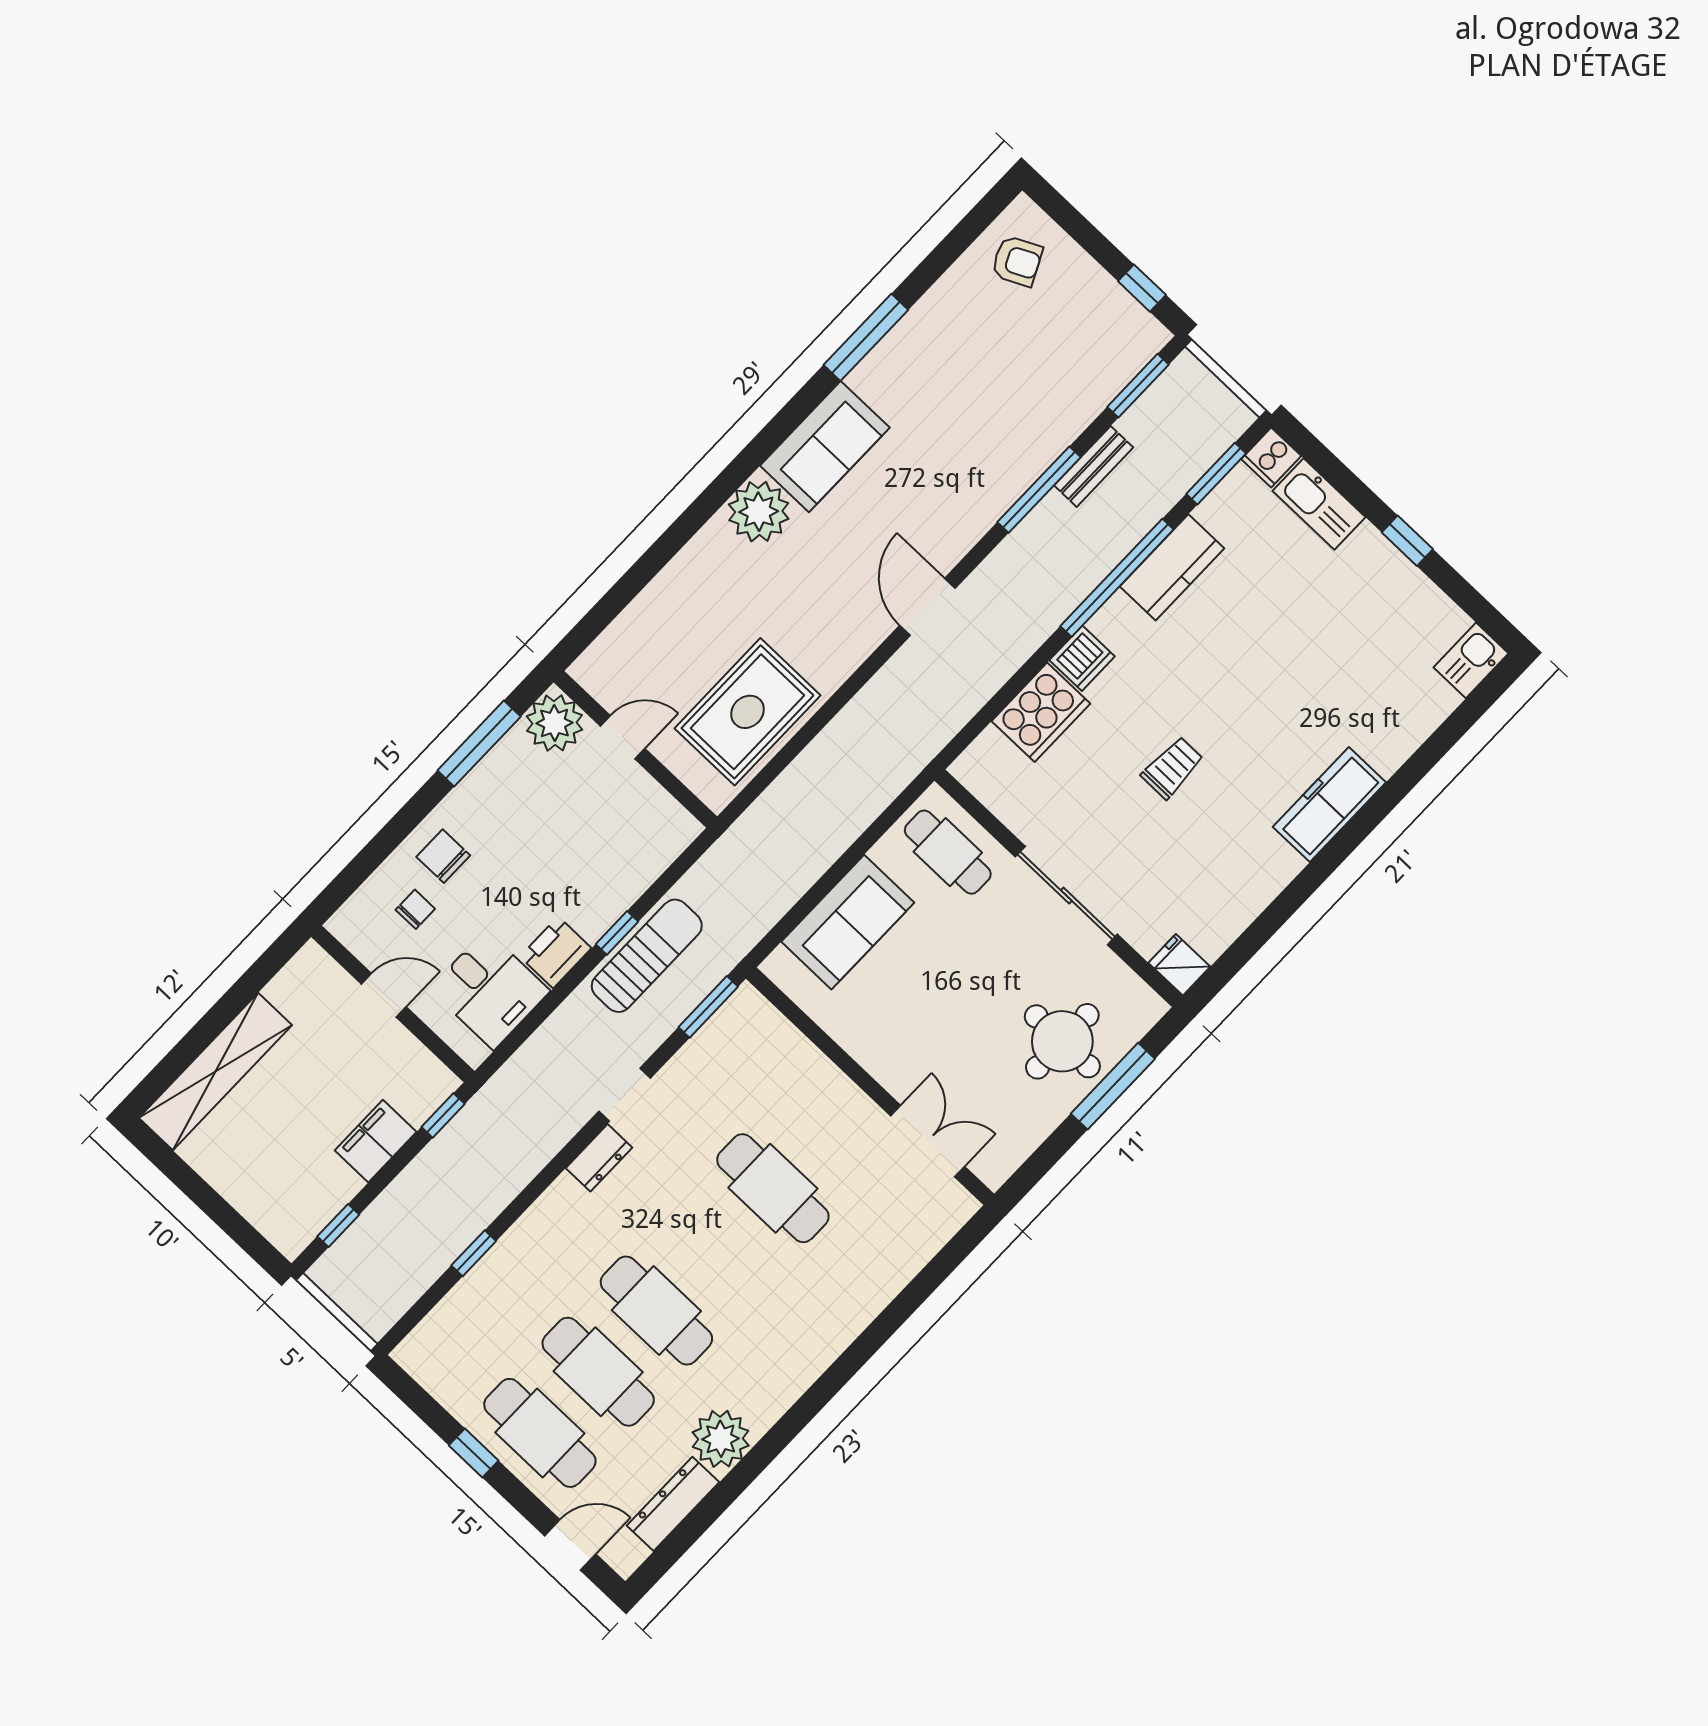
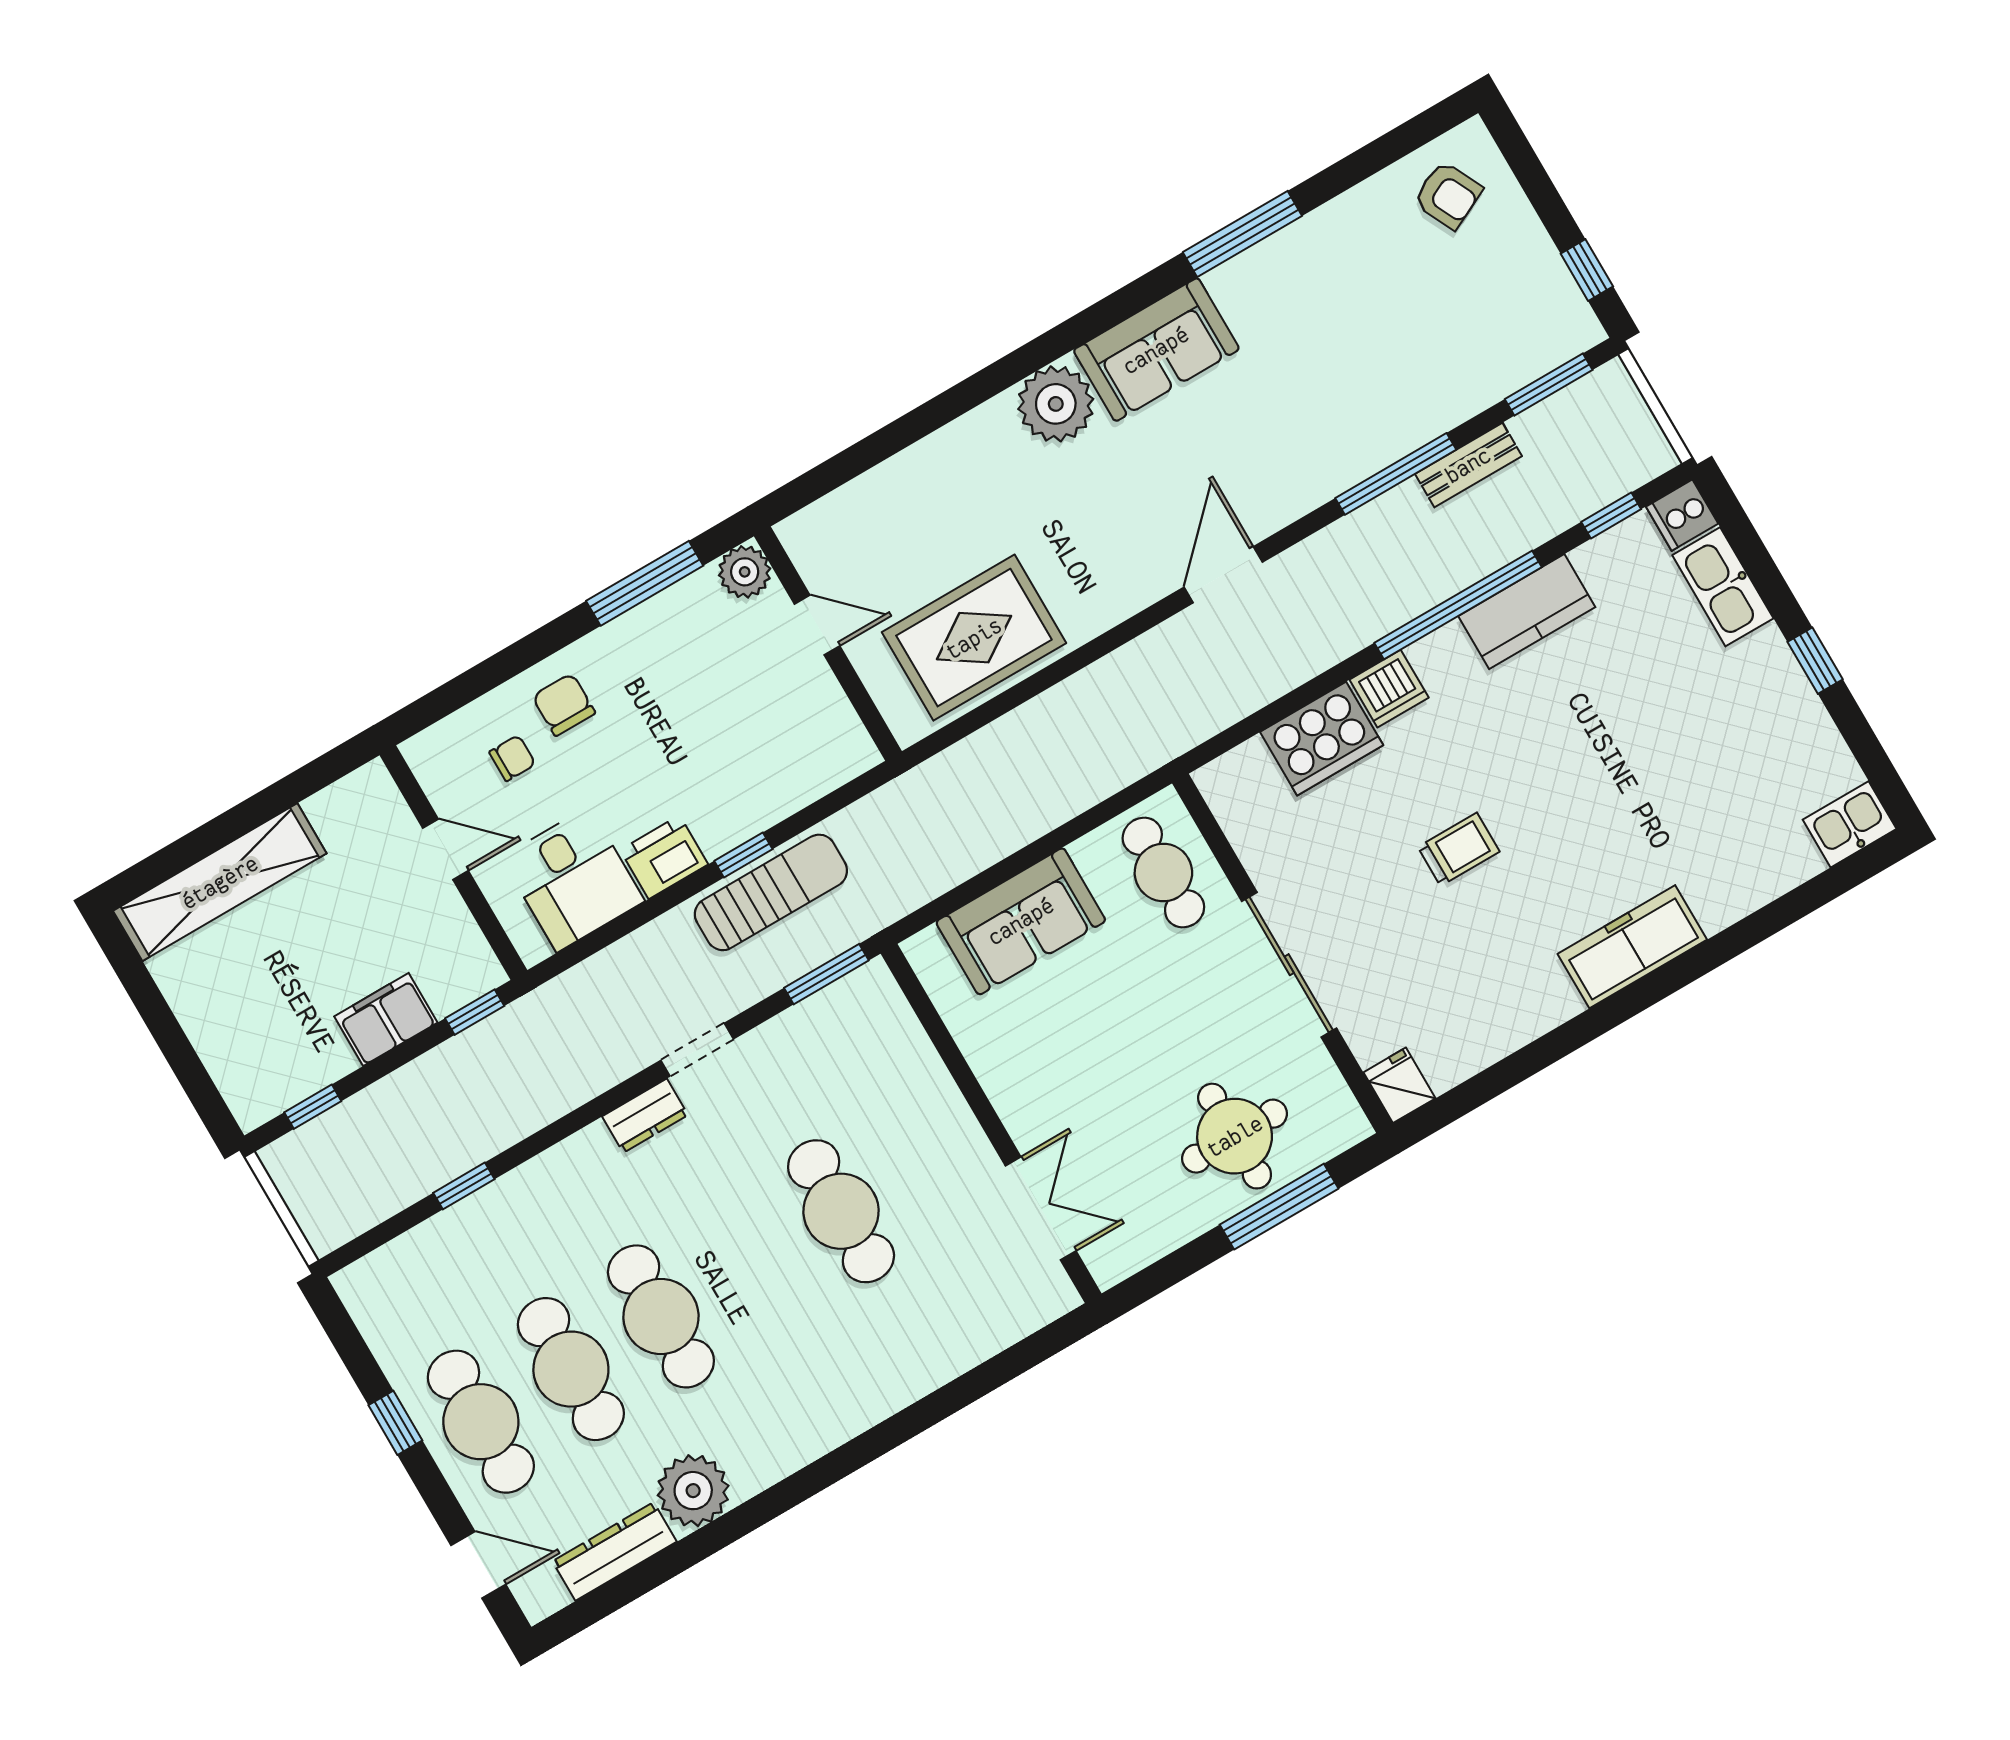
window: (1216, 474) -> (1611, 515), width x0.67
plant: (555, 723) -> (745, 572), width x0.73, depth x0.73

